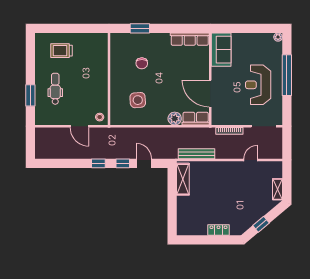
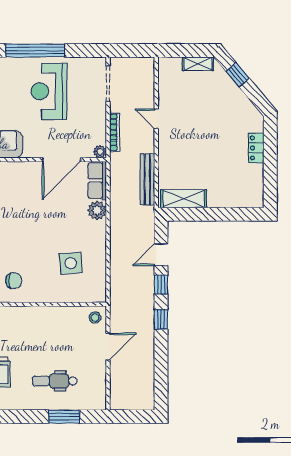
chair: (142, 63) -> (14, 281), moved
reception desk: (258, 85) -> (49, 91), turned 90
plant: (216, 121) -> (100, 152), added
door: (251, 160) -> (156, 119), moved
window: (261, 224) -> (238, 75), moved

